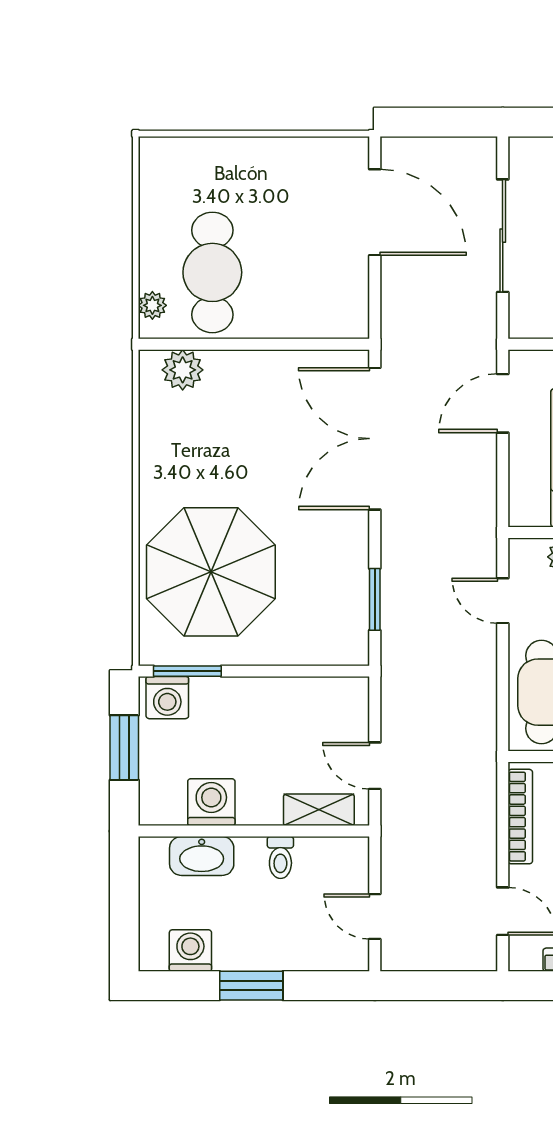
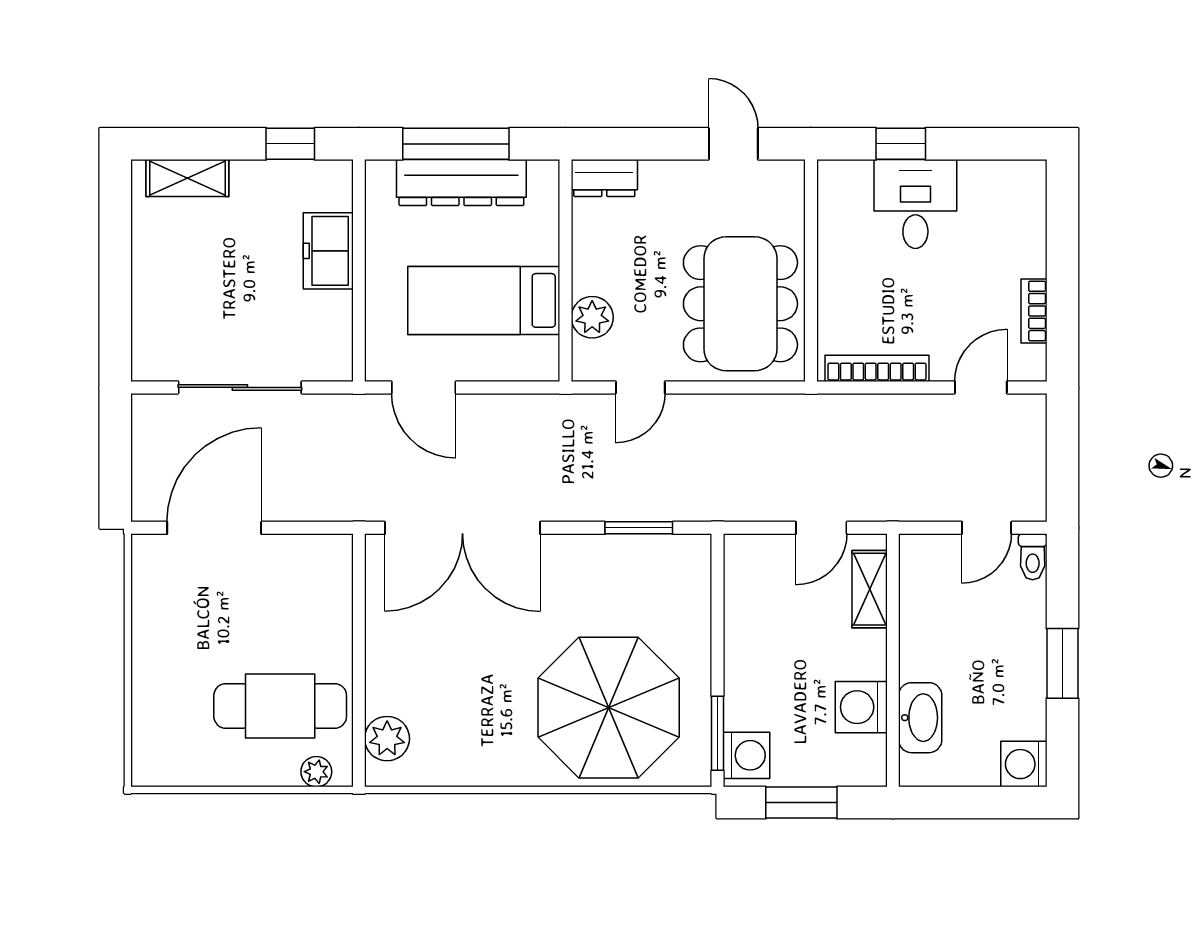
toilet: (280, 857) -> (1033, 557), moved, turned 90
washing machine: (190, 951) -> (1024, 764), moved

